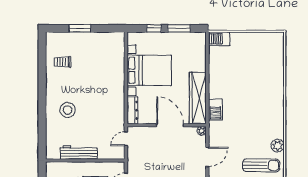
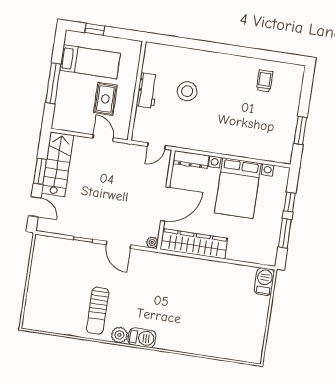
window: (80, 28) -> (300, 130), moved
stool: (68, 110) -> (187, 91), moved
barbecue: (215, 110) -> (142, 338), moved, turned 180
door: (126, 139) -> (156, 146), swing flipped
workbench: (79, 152) -> (147, 90), width x0.73

